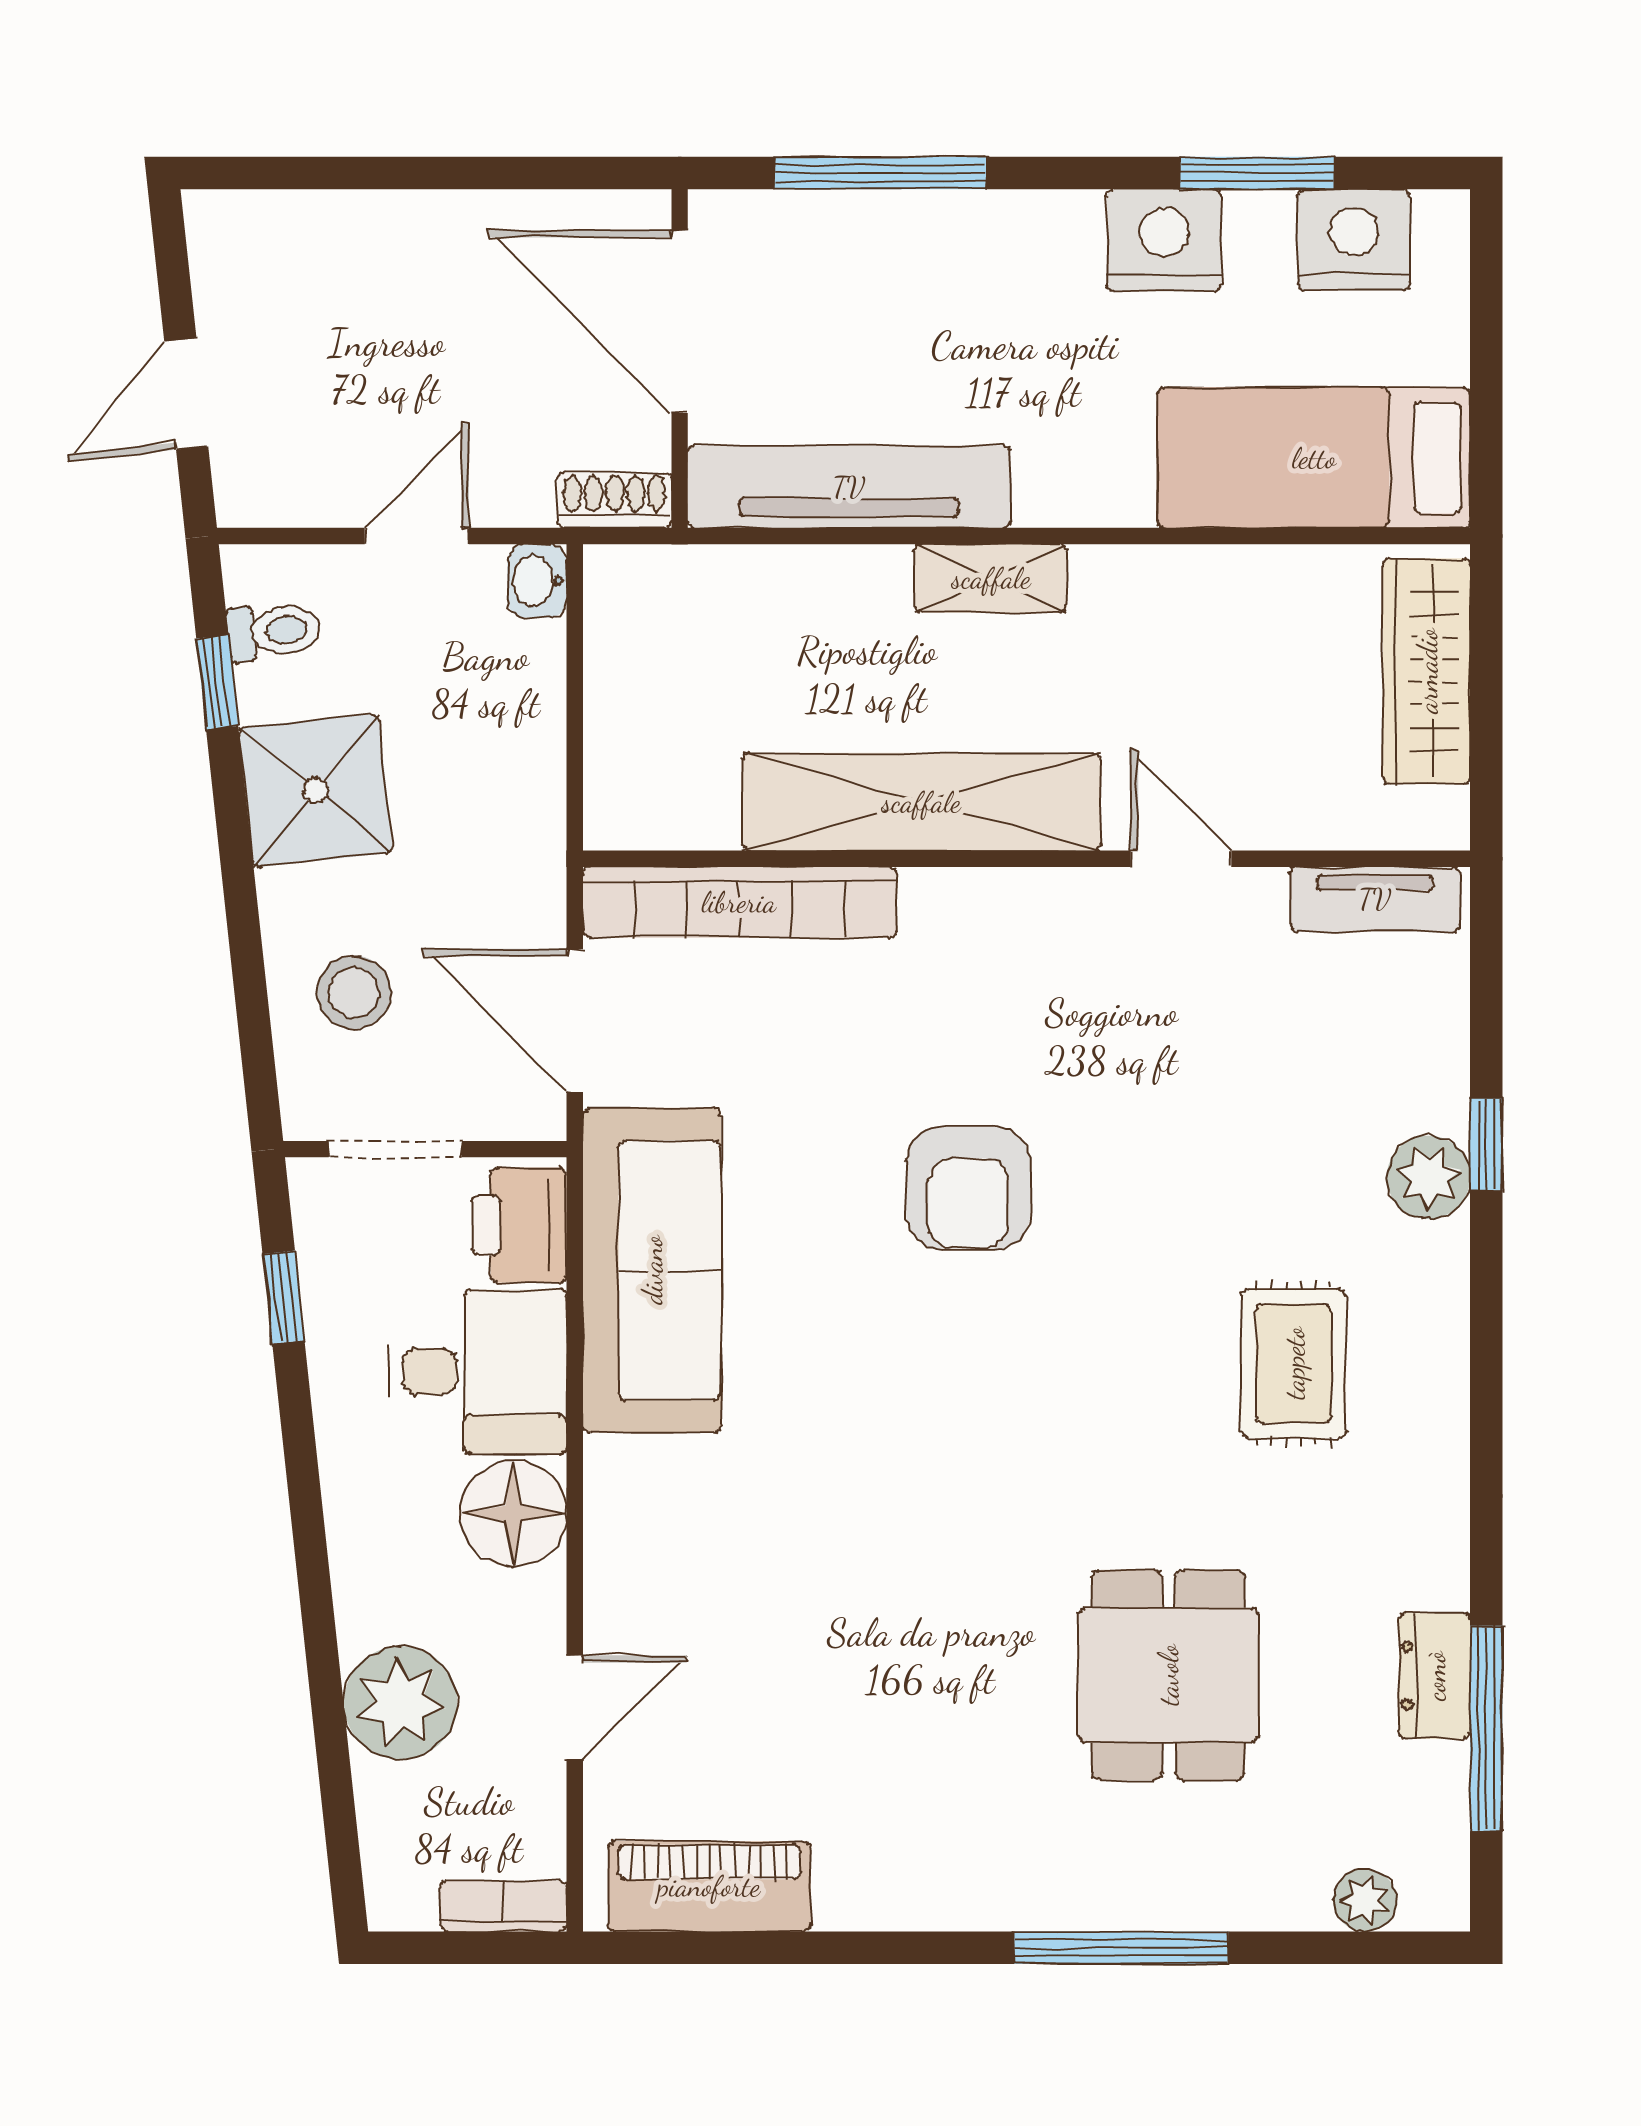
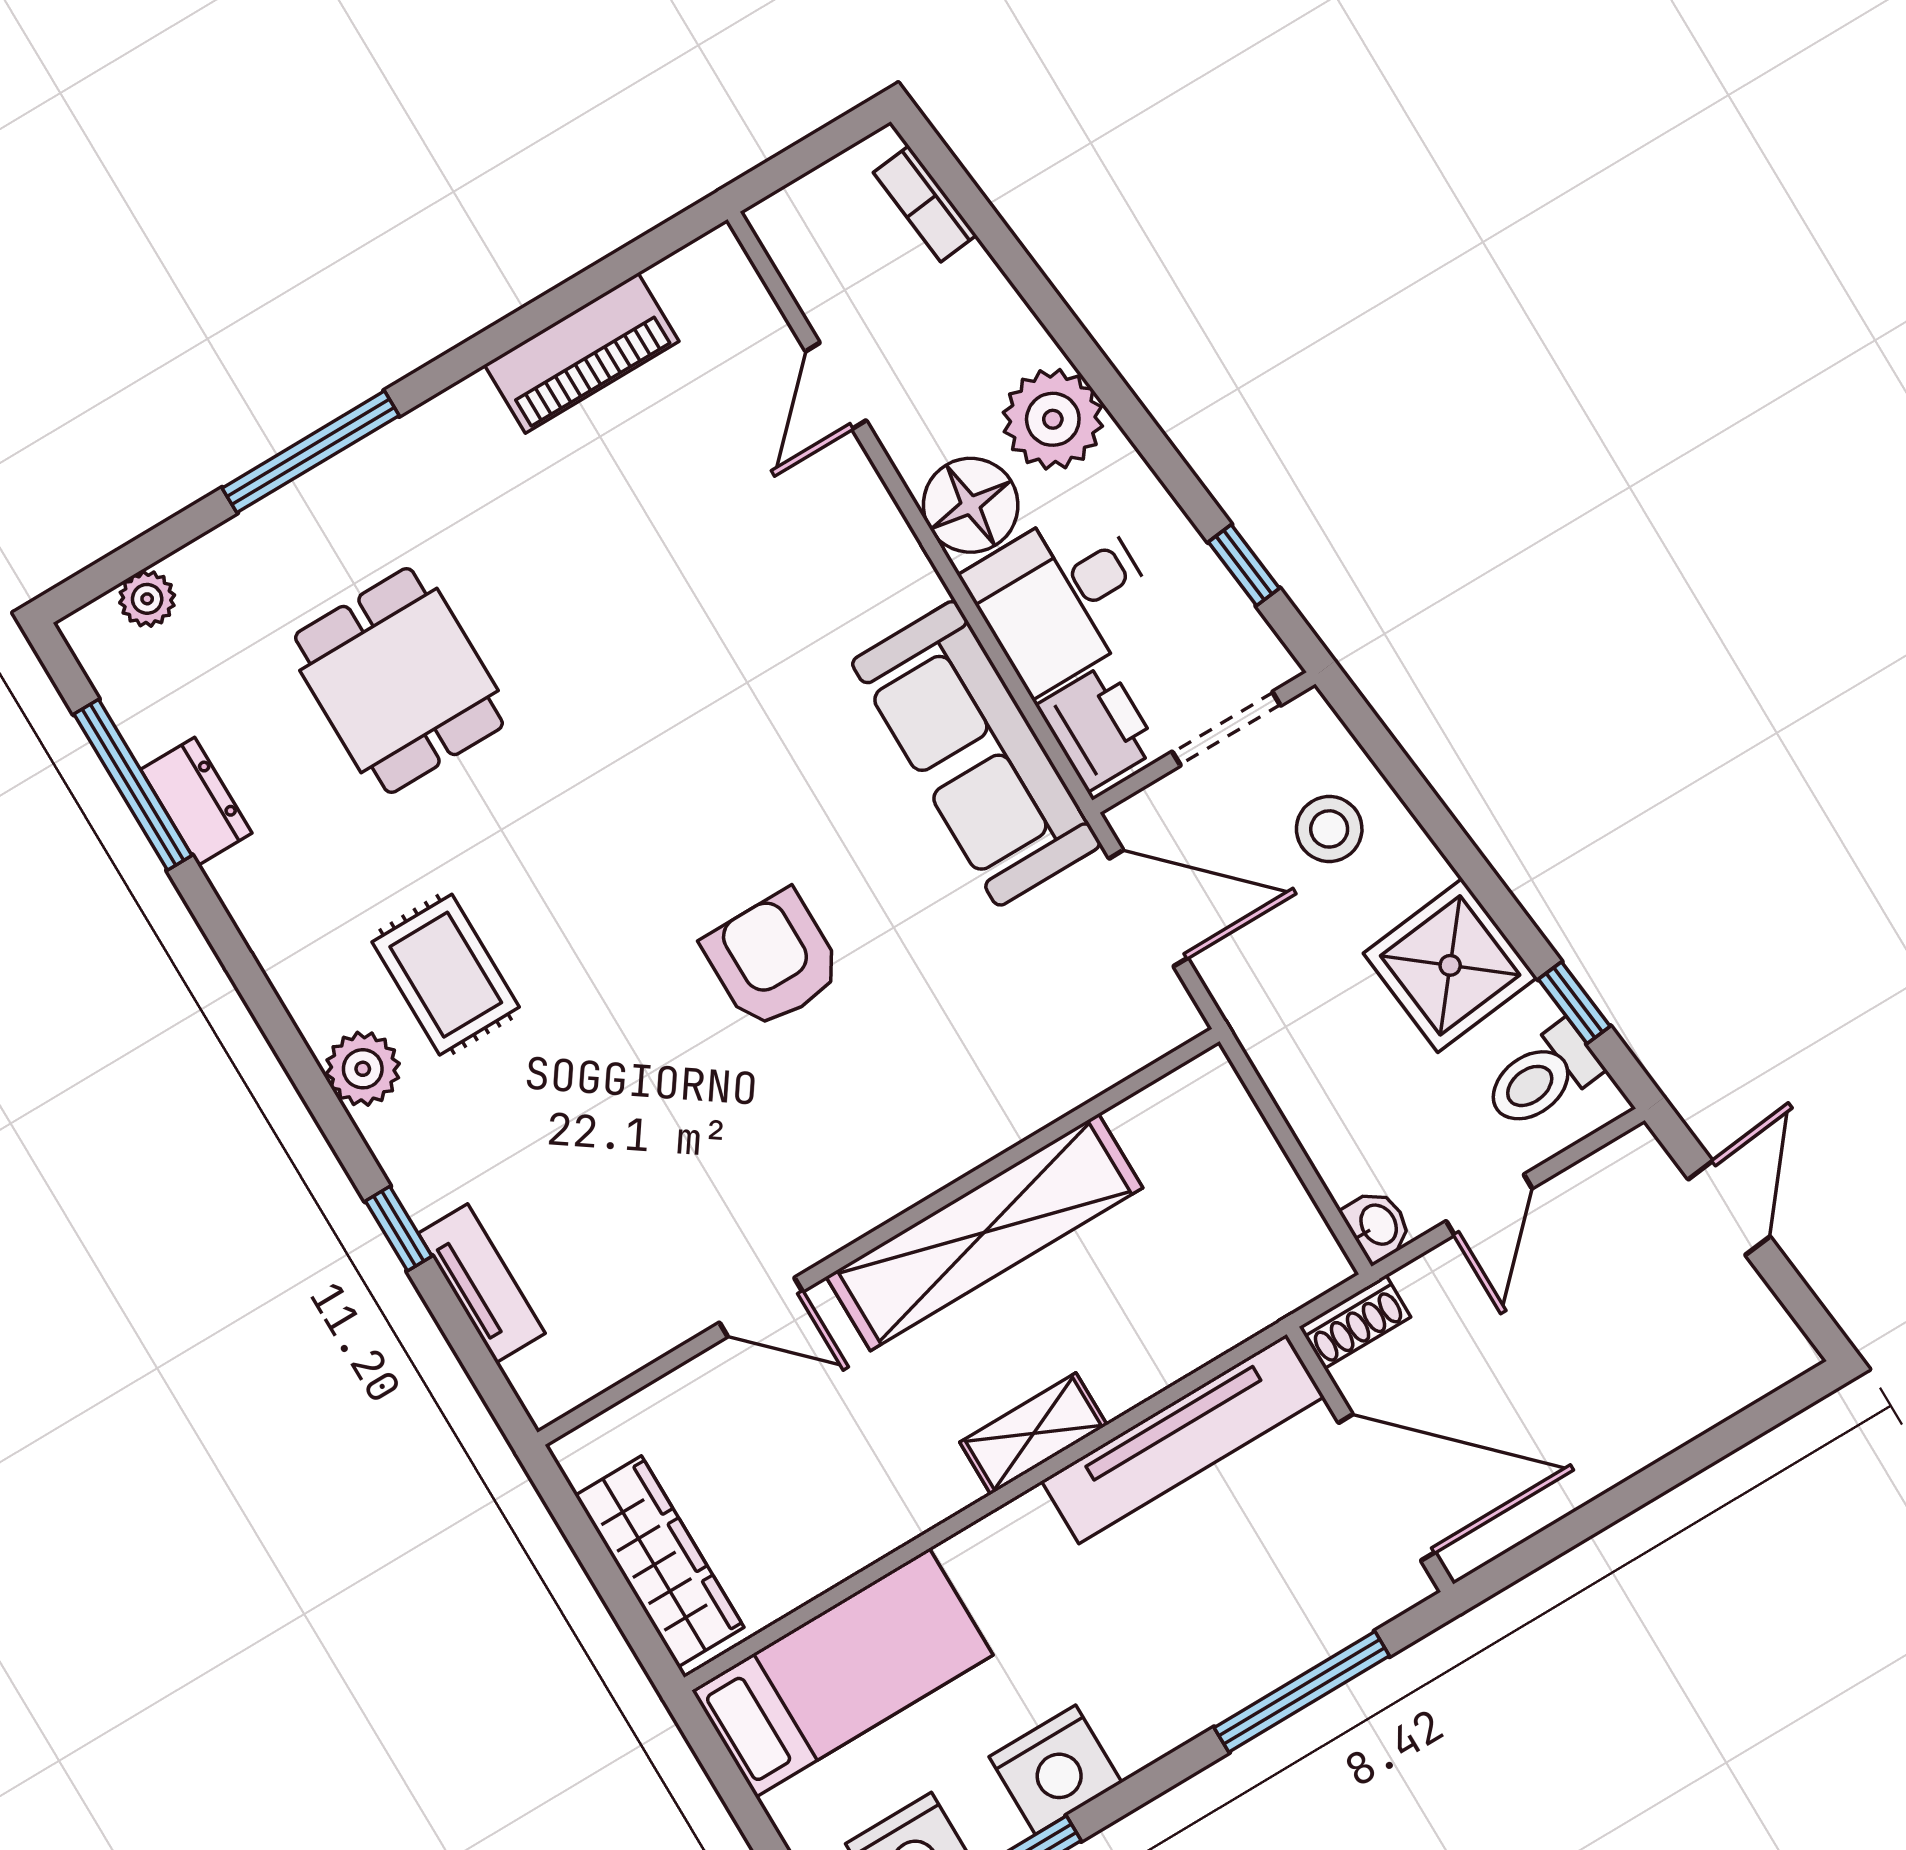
toilet: (274, 631) -> (1542, 1077), width x1.37, depth x1.39
tv unit: (1375, 899) -> (482, 1283), moved, turned 90
bookcase: (739, 902) -> (1077, 1073), removed
plant: (1428, 1177) -> (363, 1069), moved
plant: (401, 1703) -> (1053, 419), moved
piano: (709, 1886) -> (582, 353), moved
bookcase: (503, 1906) -> (925, 204), moved, turned 84

